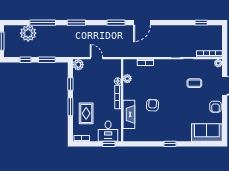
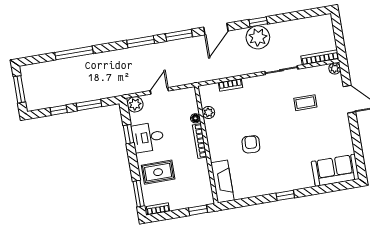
window: (76, 23) -> (141, 42), moved
window: (201, 23) -> (258, 22), moved
plant: (28, 33) -> (258, 37), moved
door: (96, 58) -> (159, 91), hinge flipped
window: (70, 107) -> (139, 194), moved
armchair: (216, 107) -> (341, 131), removed
rug: (86, 113) -> (158, 172), turned 90
fireplace: (129, 114) -> (222, 182), moved
desk: (108, 131) -> (148, 137), moved, turned 90

